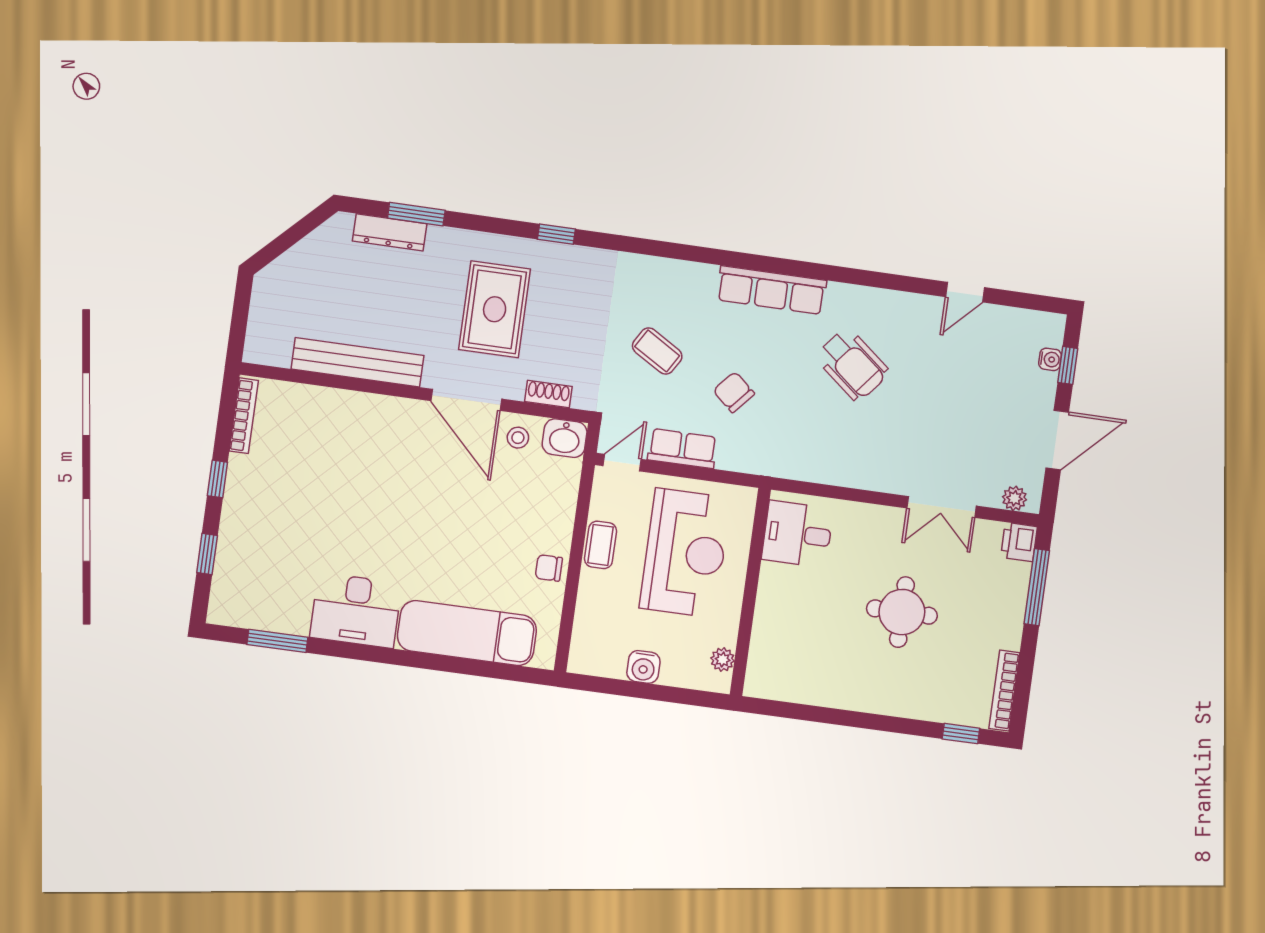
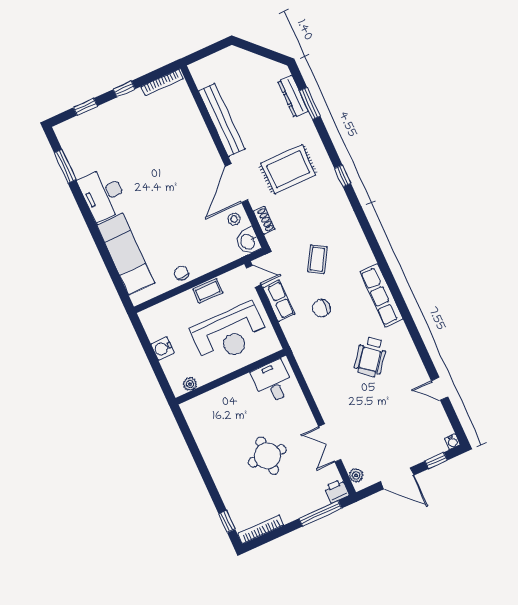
water cooler: (1050, 359) -> (452, 442), moved
chair: (734, 392) -> (321, 308), turned -131

